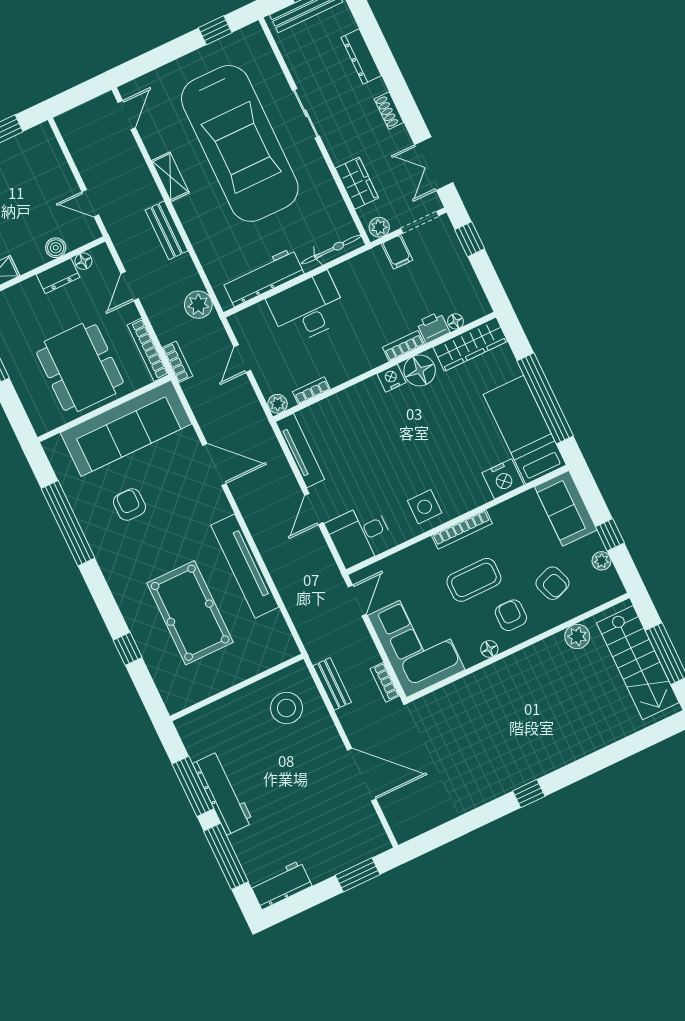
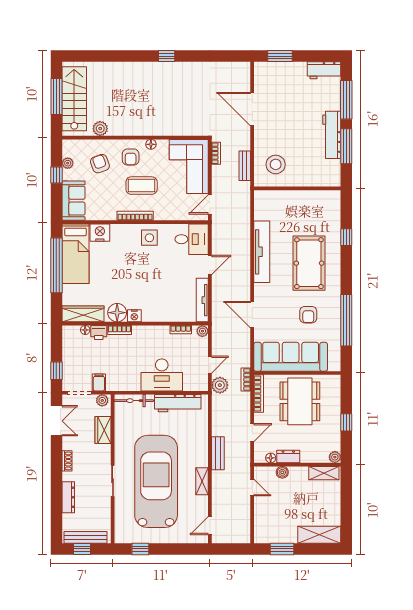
plant: (198, 305) -> (220, 385), moved
pool table: (190, 613) -> (309, 263), moved

